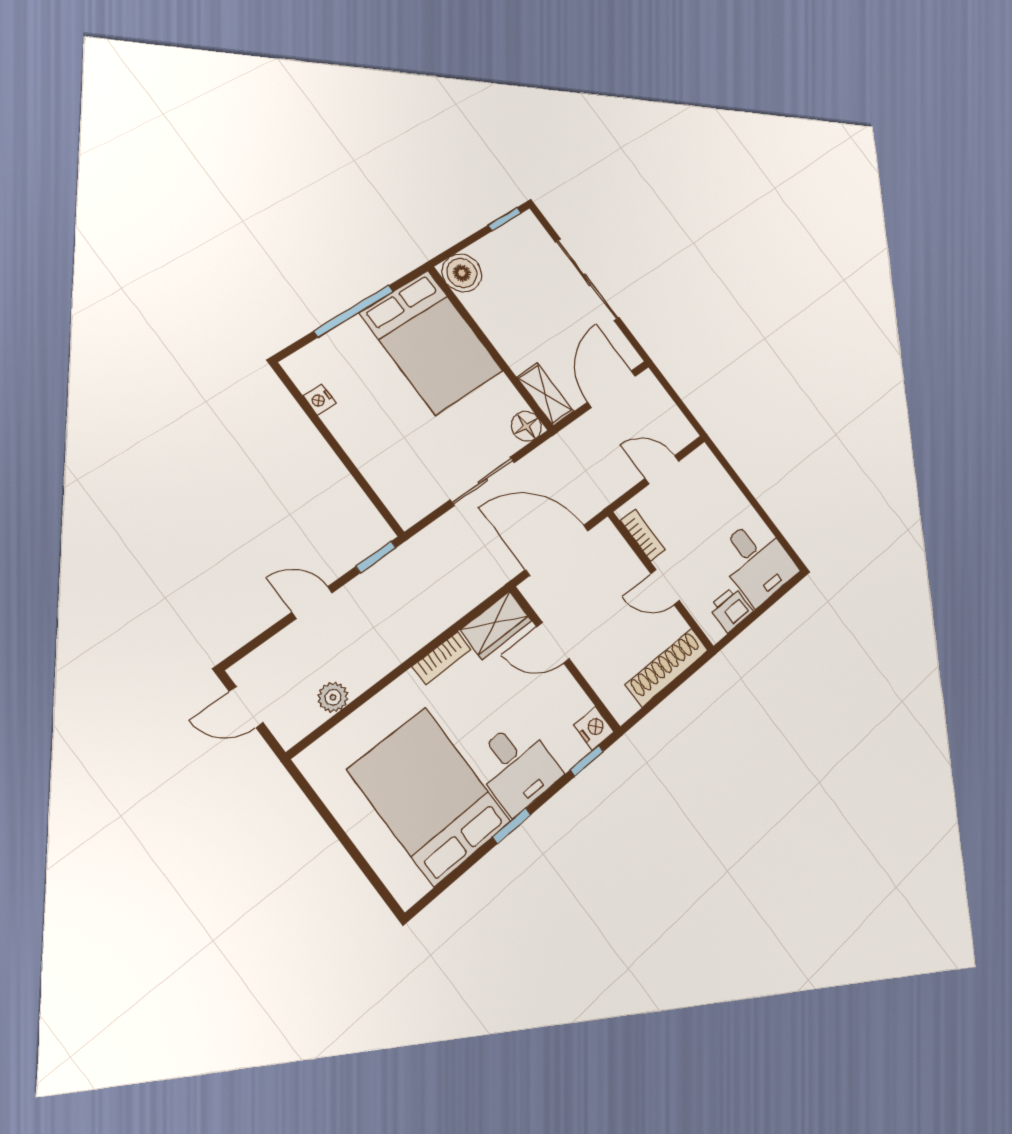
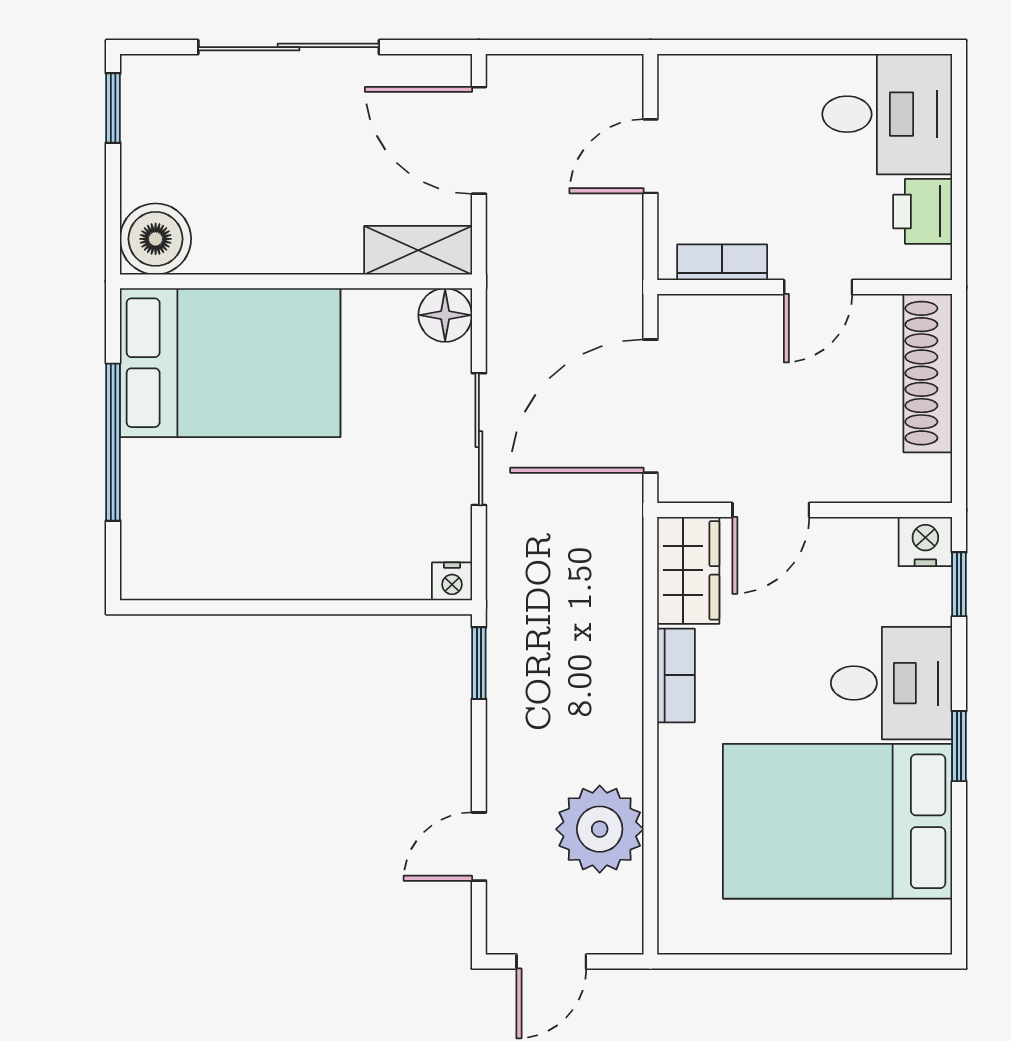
nightstand: (320, 400) -> (452, 581), moved
door: (312, 602) -> (479, 847), moved
plant: (333, 697) -> (600, 829), width x1.87, depth x1.87

